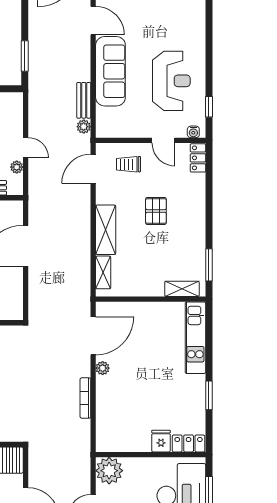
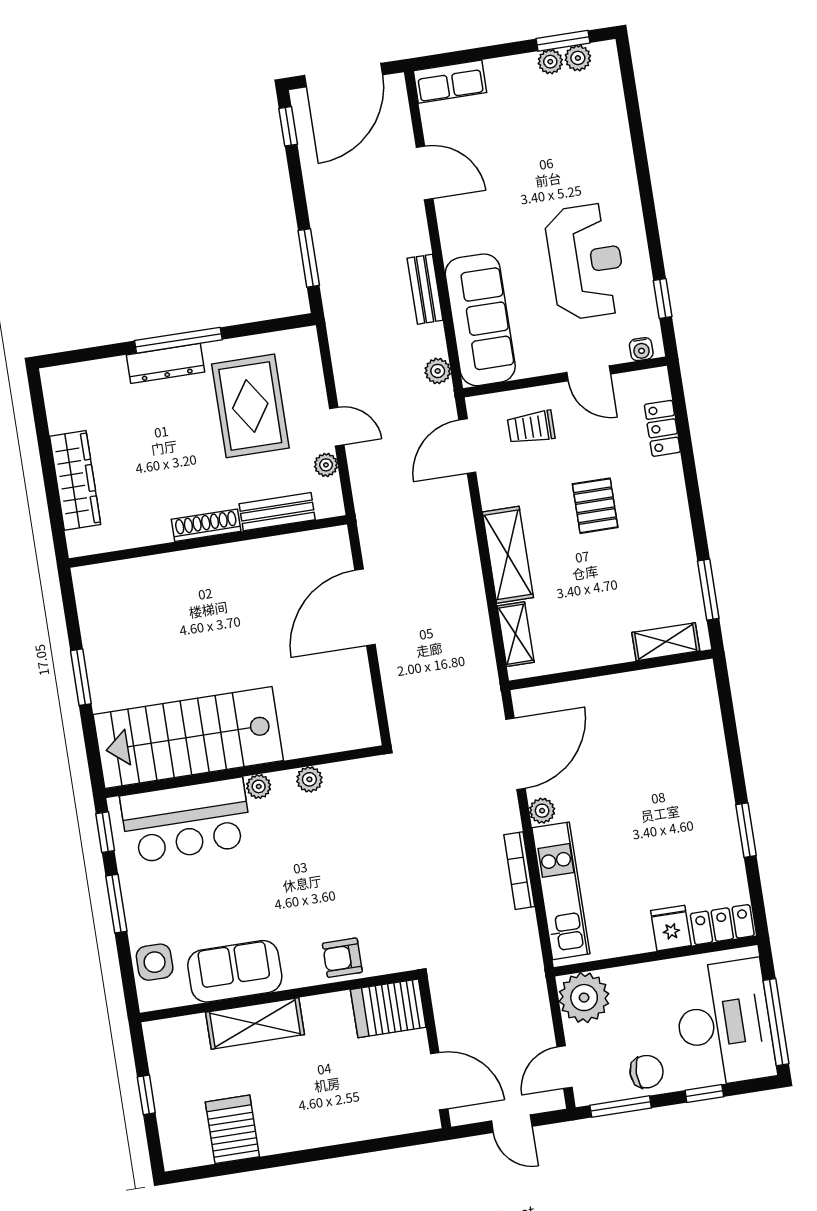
sofa: (110, 71) -> (480, 320), moved
bench: (84, 100) -> (425, 289), moved
locker: (198, 158) -> (662, 428), moved
kitchen unit: (195, 338) -> (561, 891), moved, turned 180

